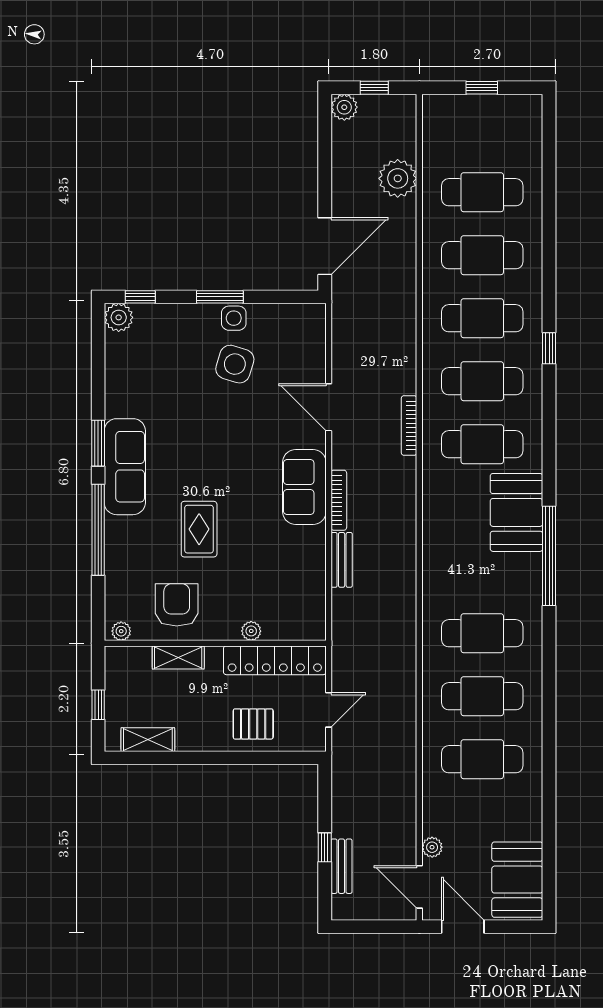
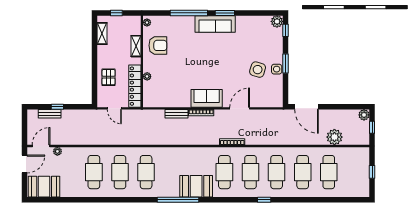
rug: (199, 529) -> (189, 55), removed

